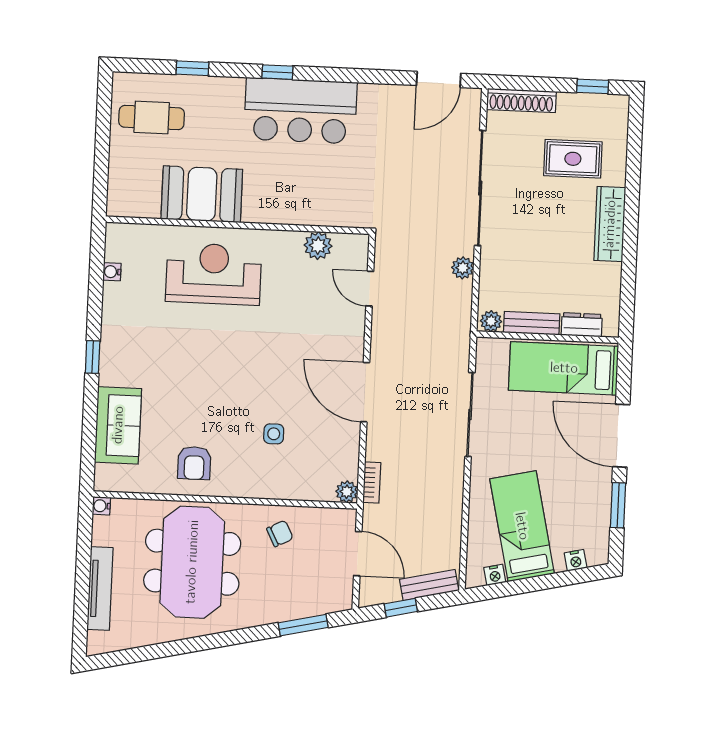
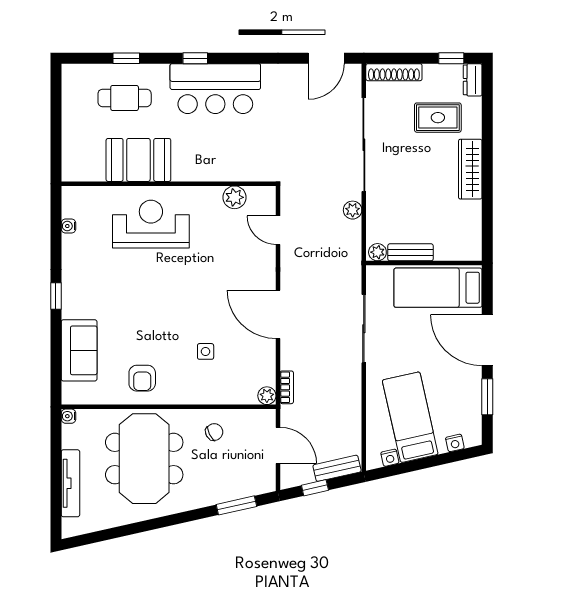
cafe table: (152, 118) -> (125, 98), moved
dresser: (582, 325) -> (473, 80), moved, turned -90

